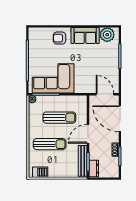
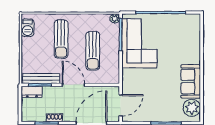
armchair: (59, 38) -> (188, 51), removed

